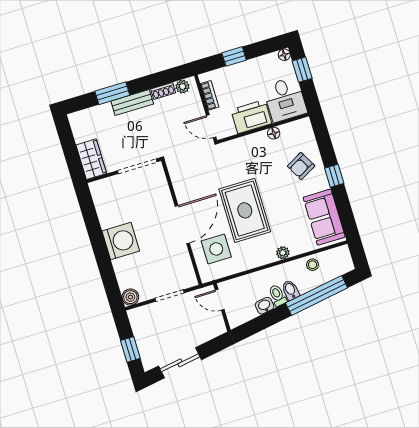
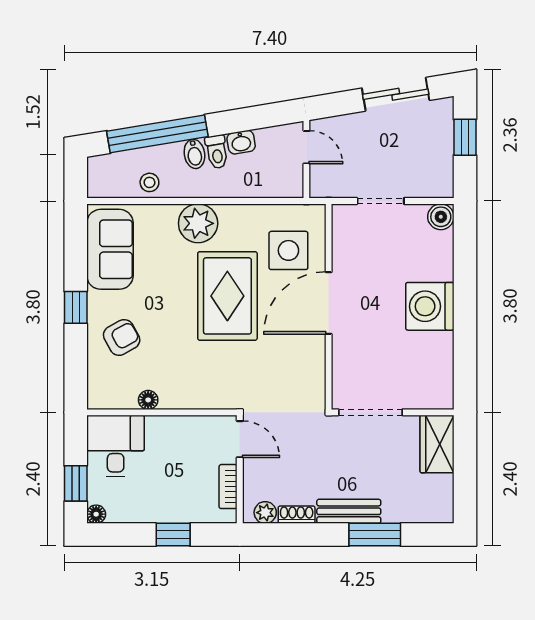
printer: (251, 117) -> (175, 435), removed
plant: (283, 253) -> (198, 223), width x1.88, depth x1.88
door: (220, 300) -> (306, 147), moved

